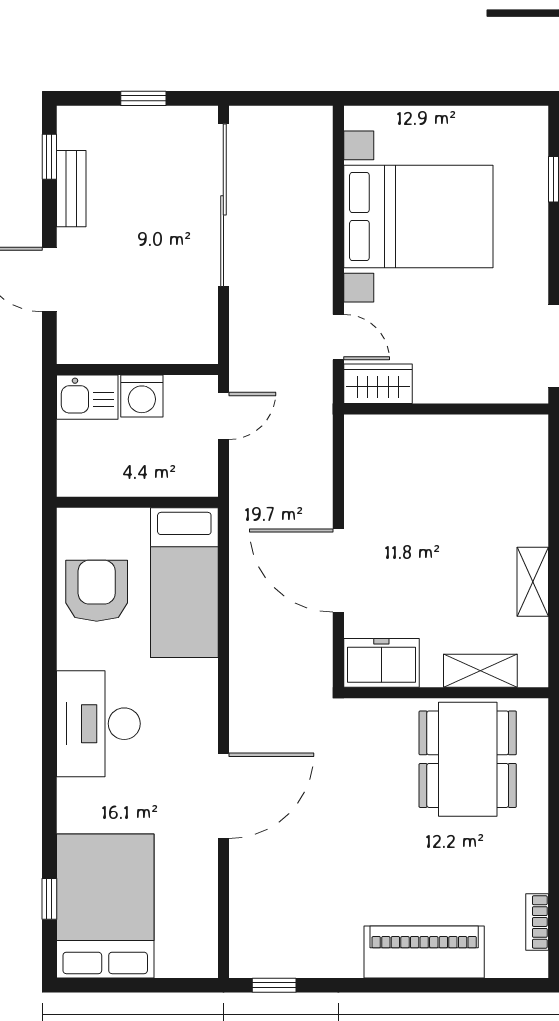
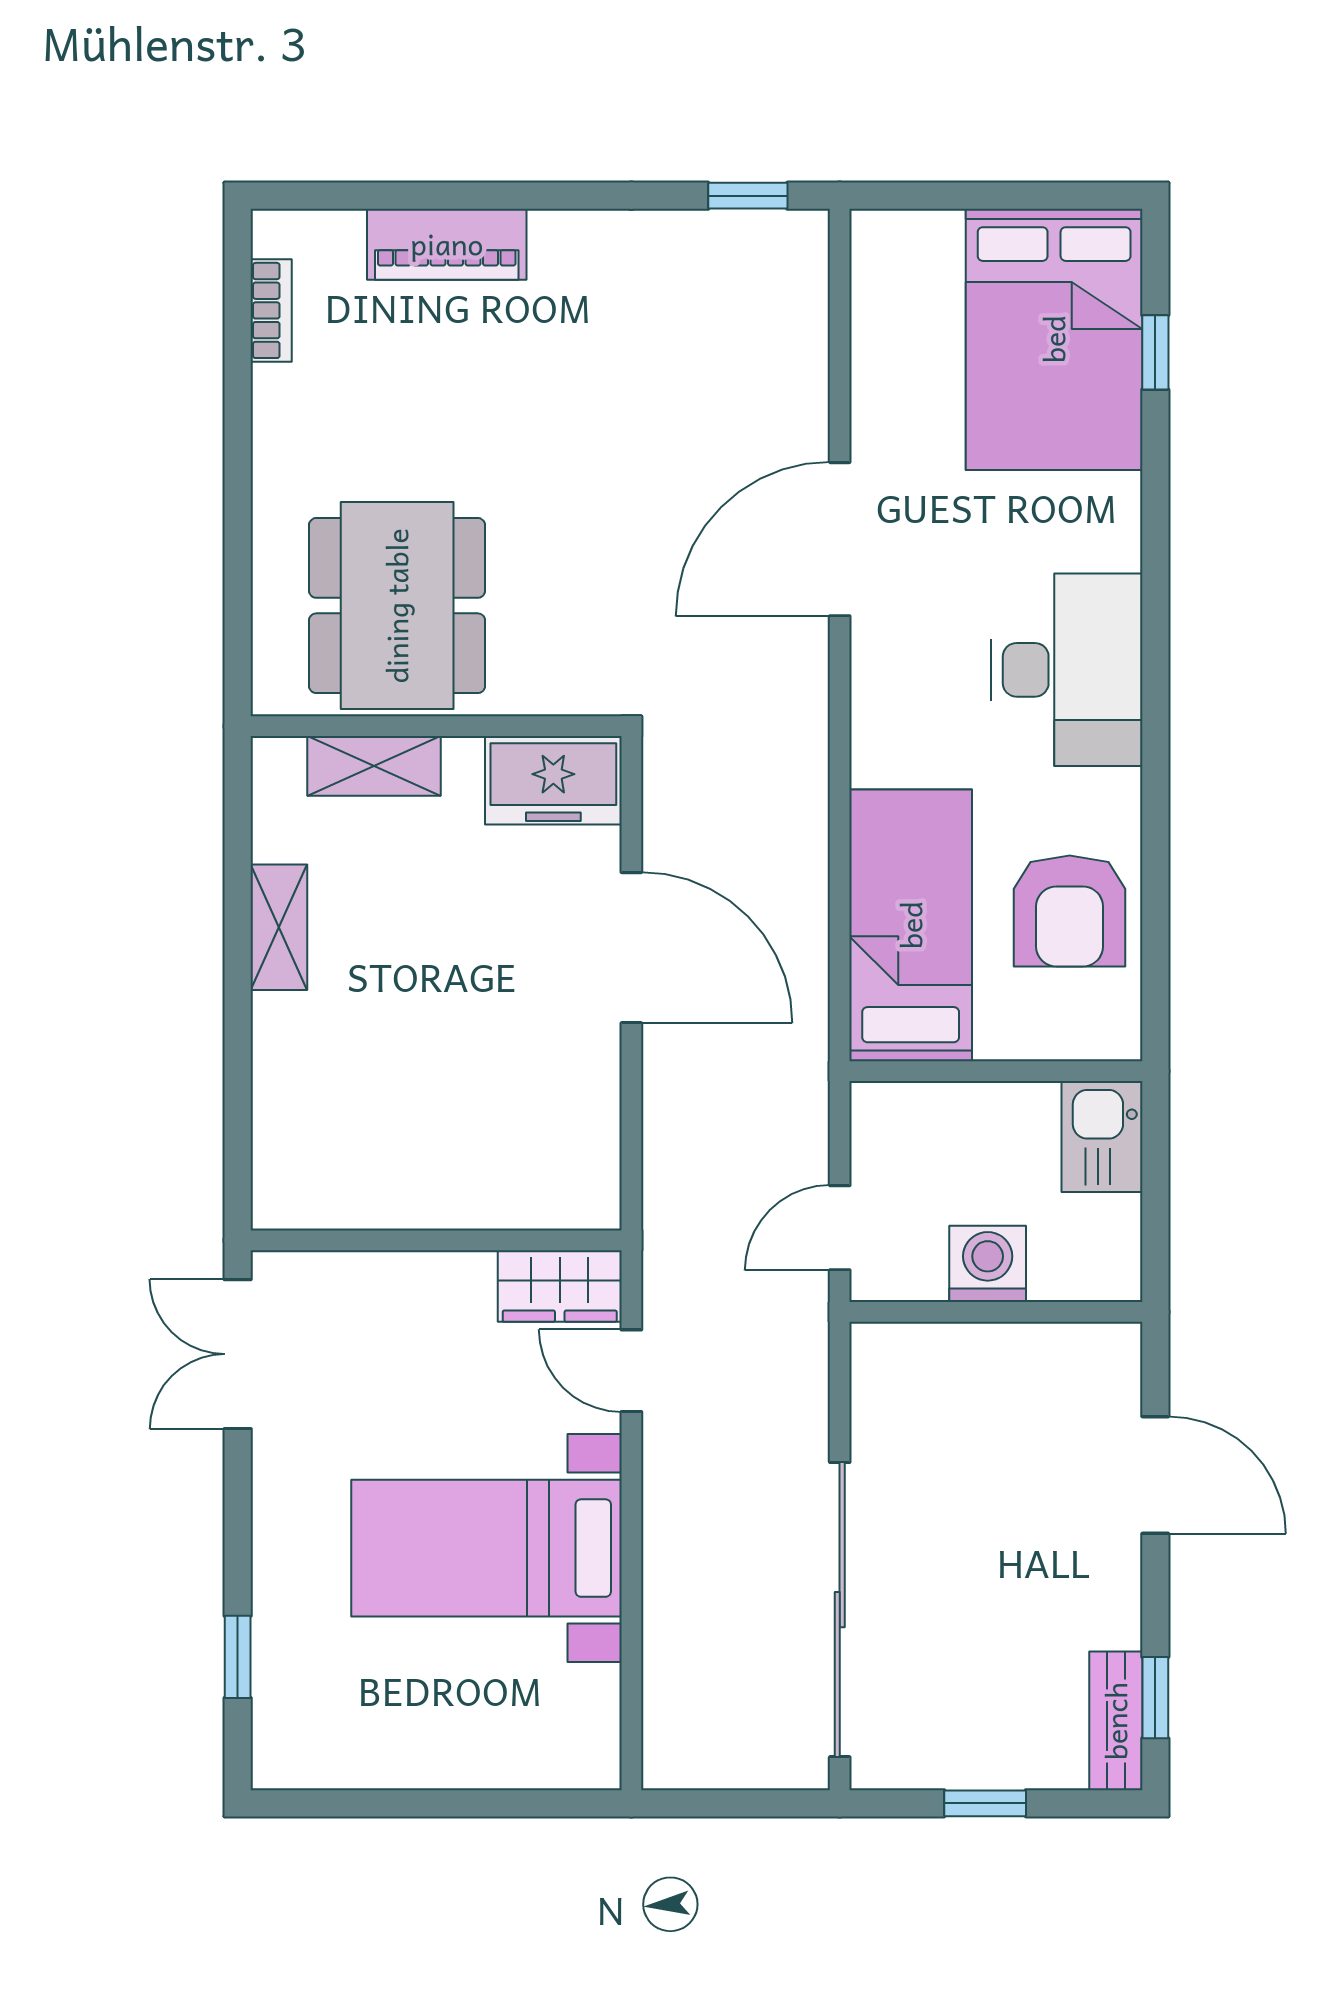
bench: (71, 189) -> (1116, 1721), moved
bed with nightstands: (418, 217) -> (487, 1548), width x0.73
kitchen sink: (87, 397) -> (1102, 1137), moved, turned -90
piano: (424, 952) -> (447, 244), width x0.73, depth x0.75

